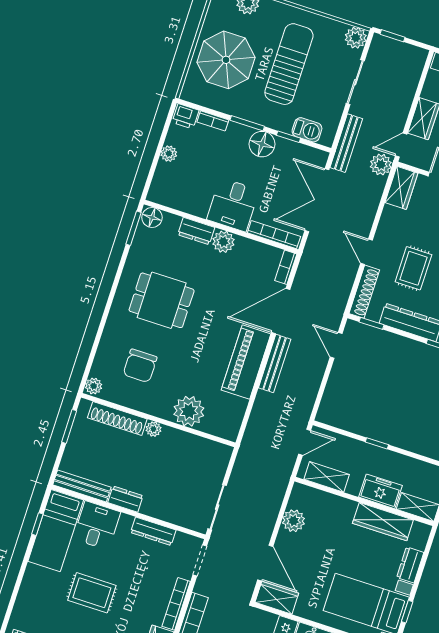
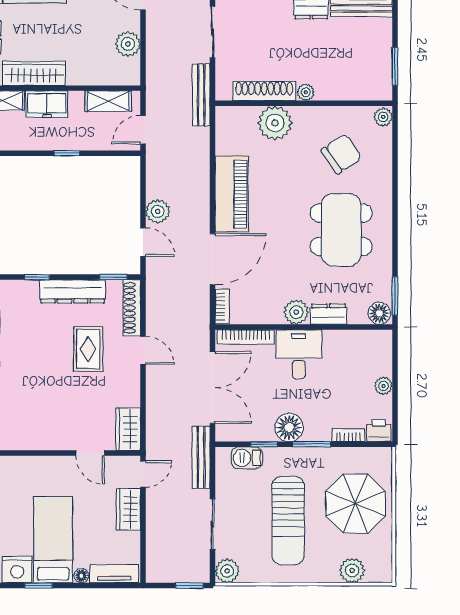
plant: (381, 165) -> (158, 211), moved
dining table: (162, 300) -> (341, 230), width x1.38
bench: (275, 363) -> (201, 95), moved
chair: (140, 366) -> (341, 154), turned 56
shoe rack: (117, 418) -> (264, 91), moved

